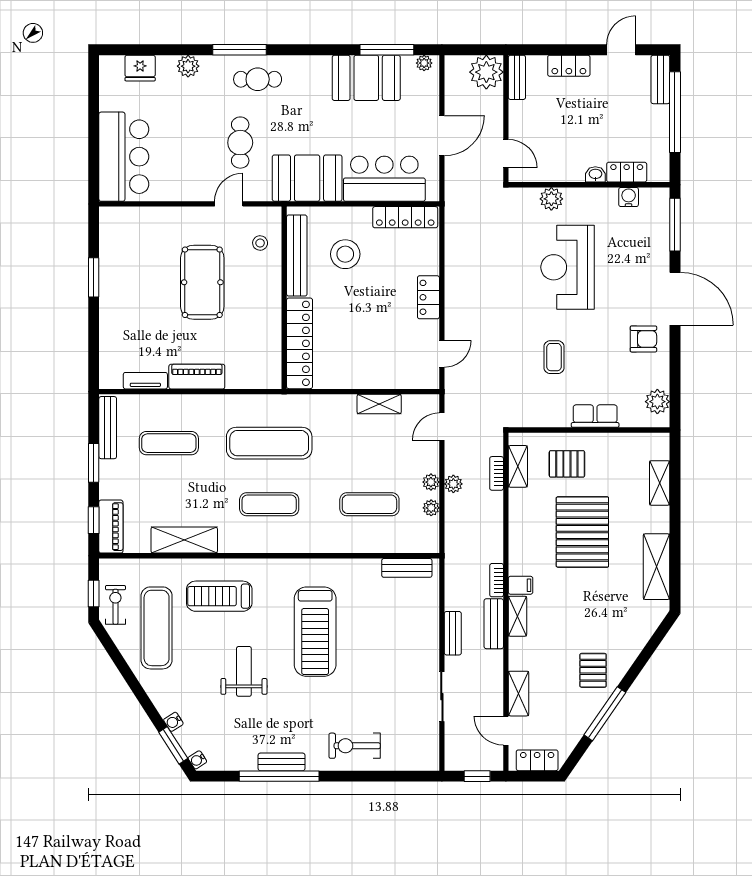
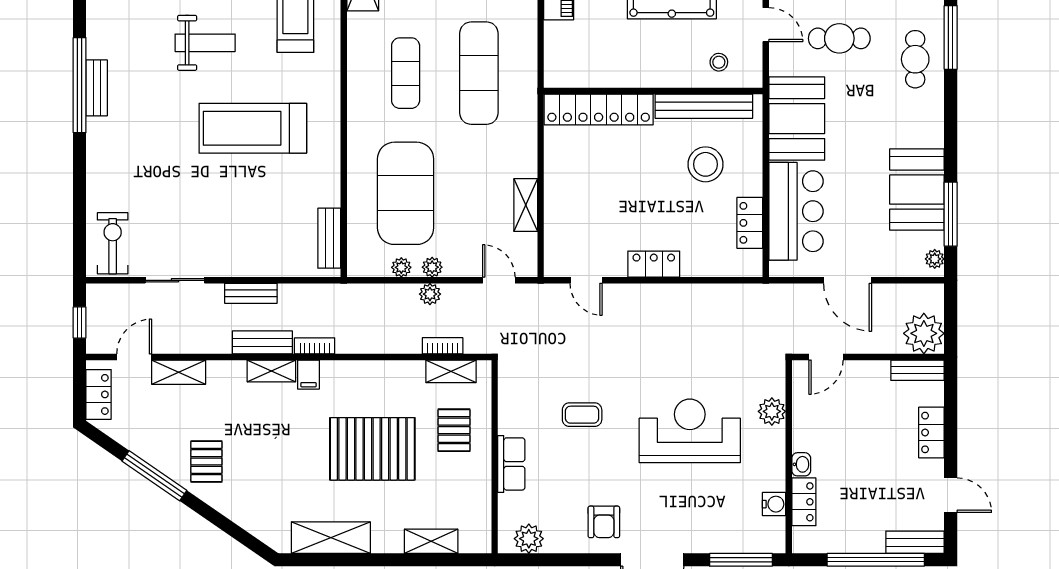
locker: (405, 217) -> (750, 223), width x0.66
exercise mat: (369, 504) -> (406, 193), width x2.00, depth x1.45
pallet: (593, 670) -> (206, 462), turned 90
exercise bike: (355, 746) -> (113, 243), moved

